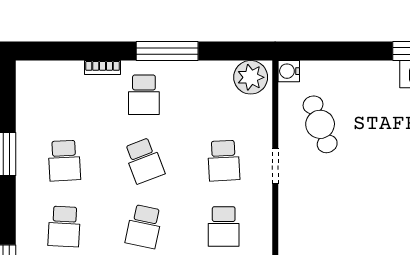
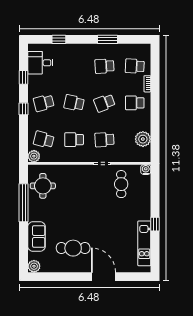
window: (167, 51) -> (155, 114), removed
plant: (251, 77) -> (143, 139), moved
cafe table: (320, 124) -> (121, 184), turned -70
school desk: (64, 226) -> (135, 66), moved

